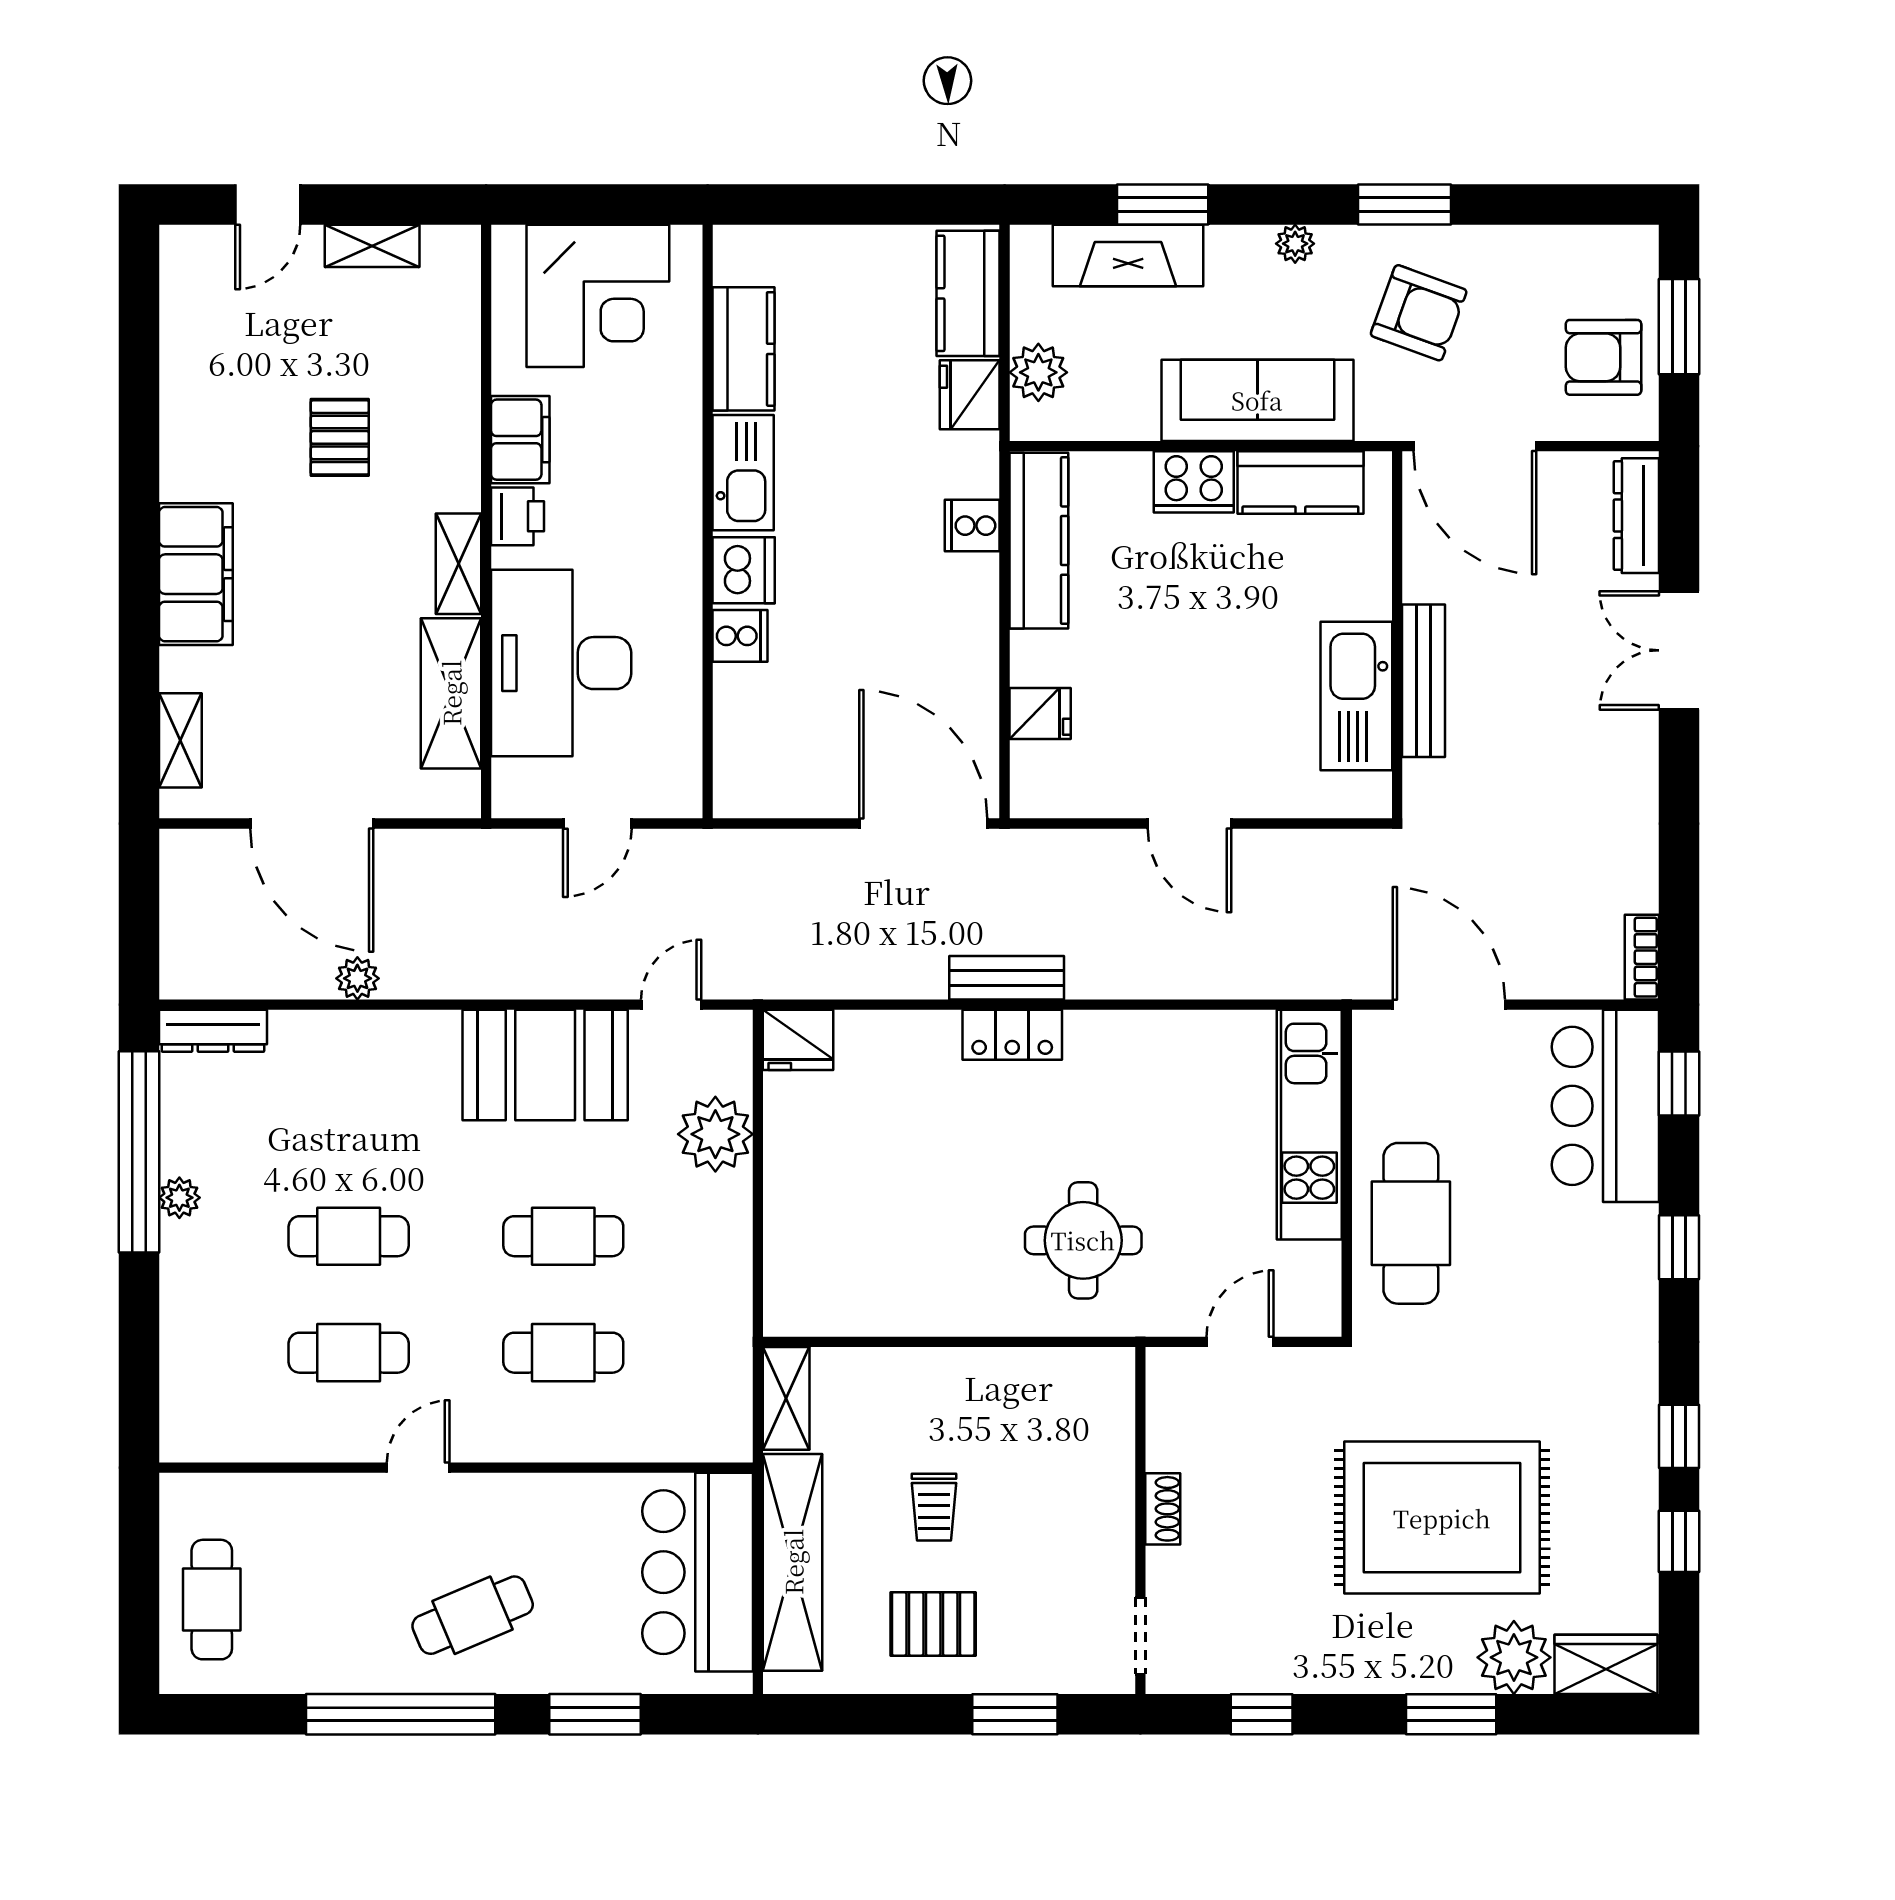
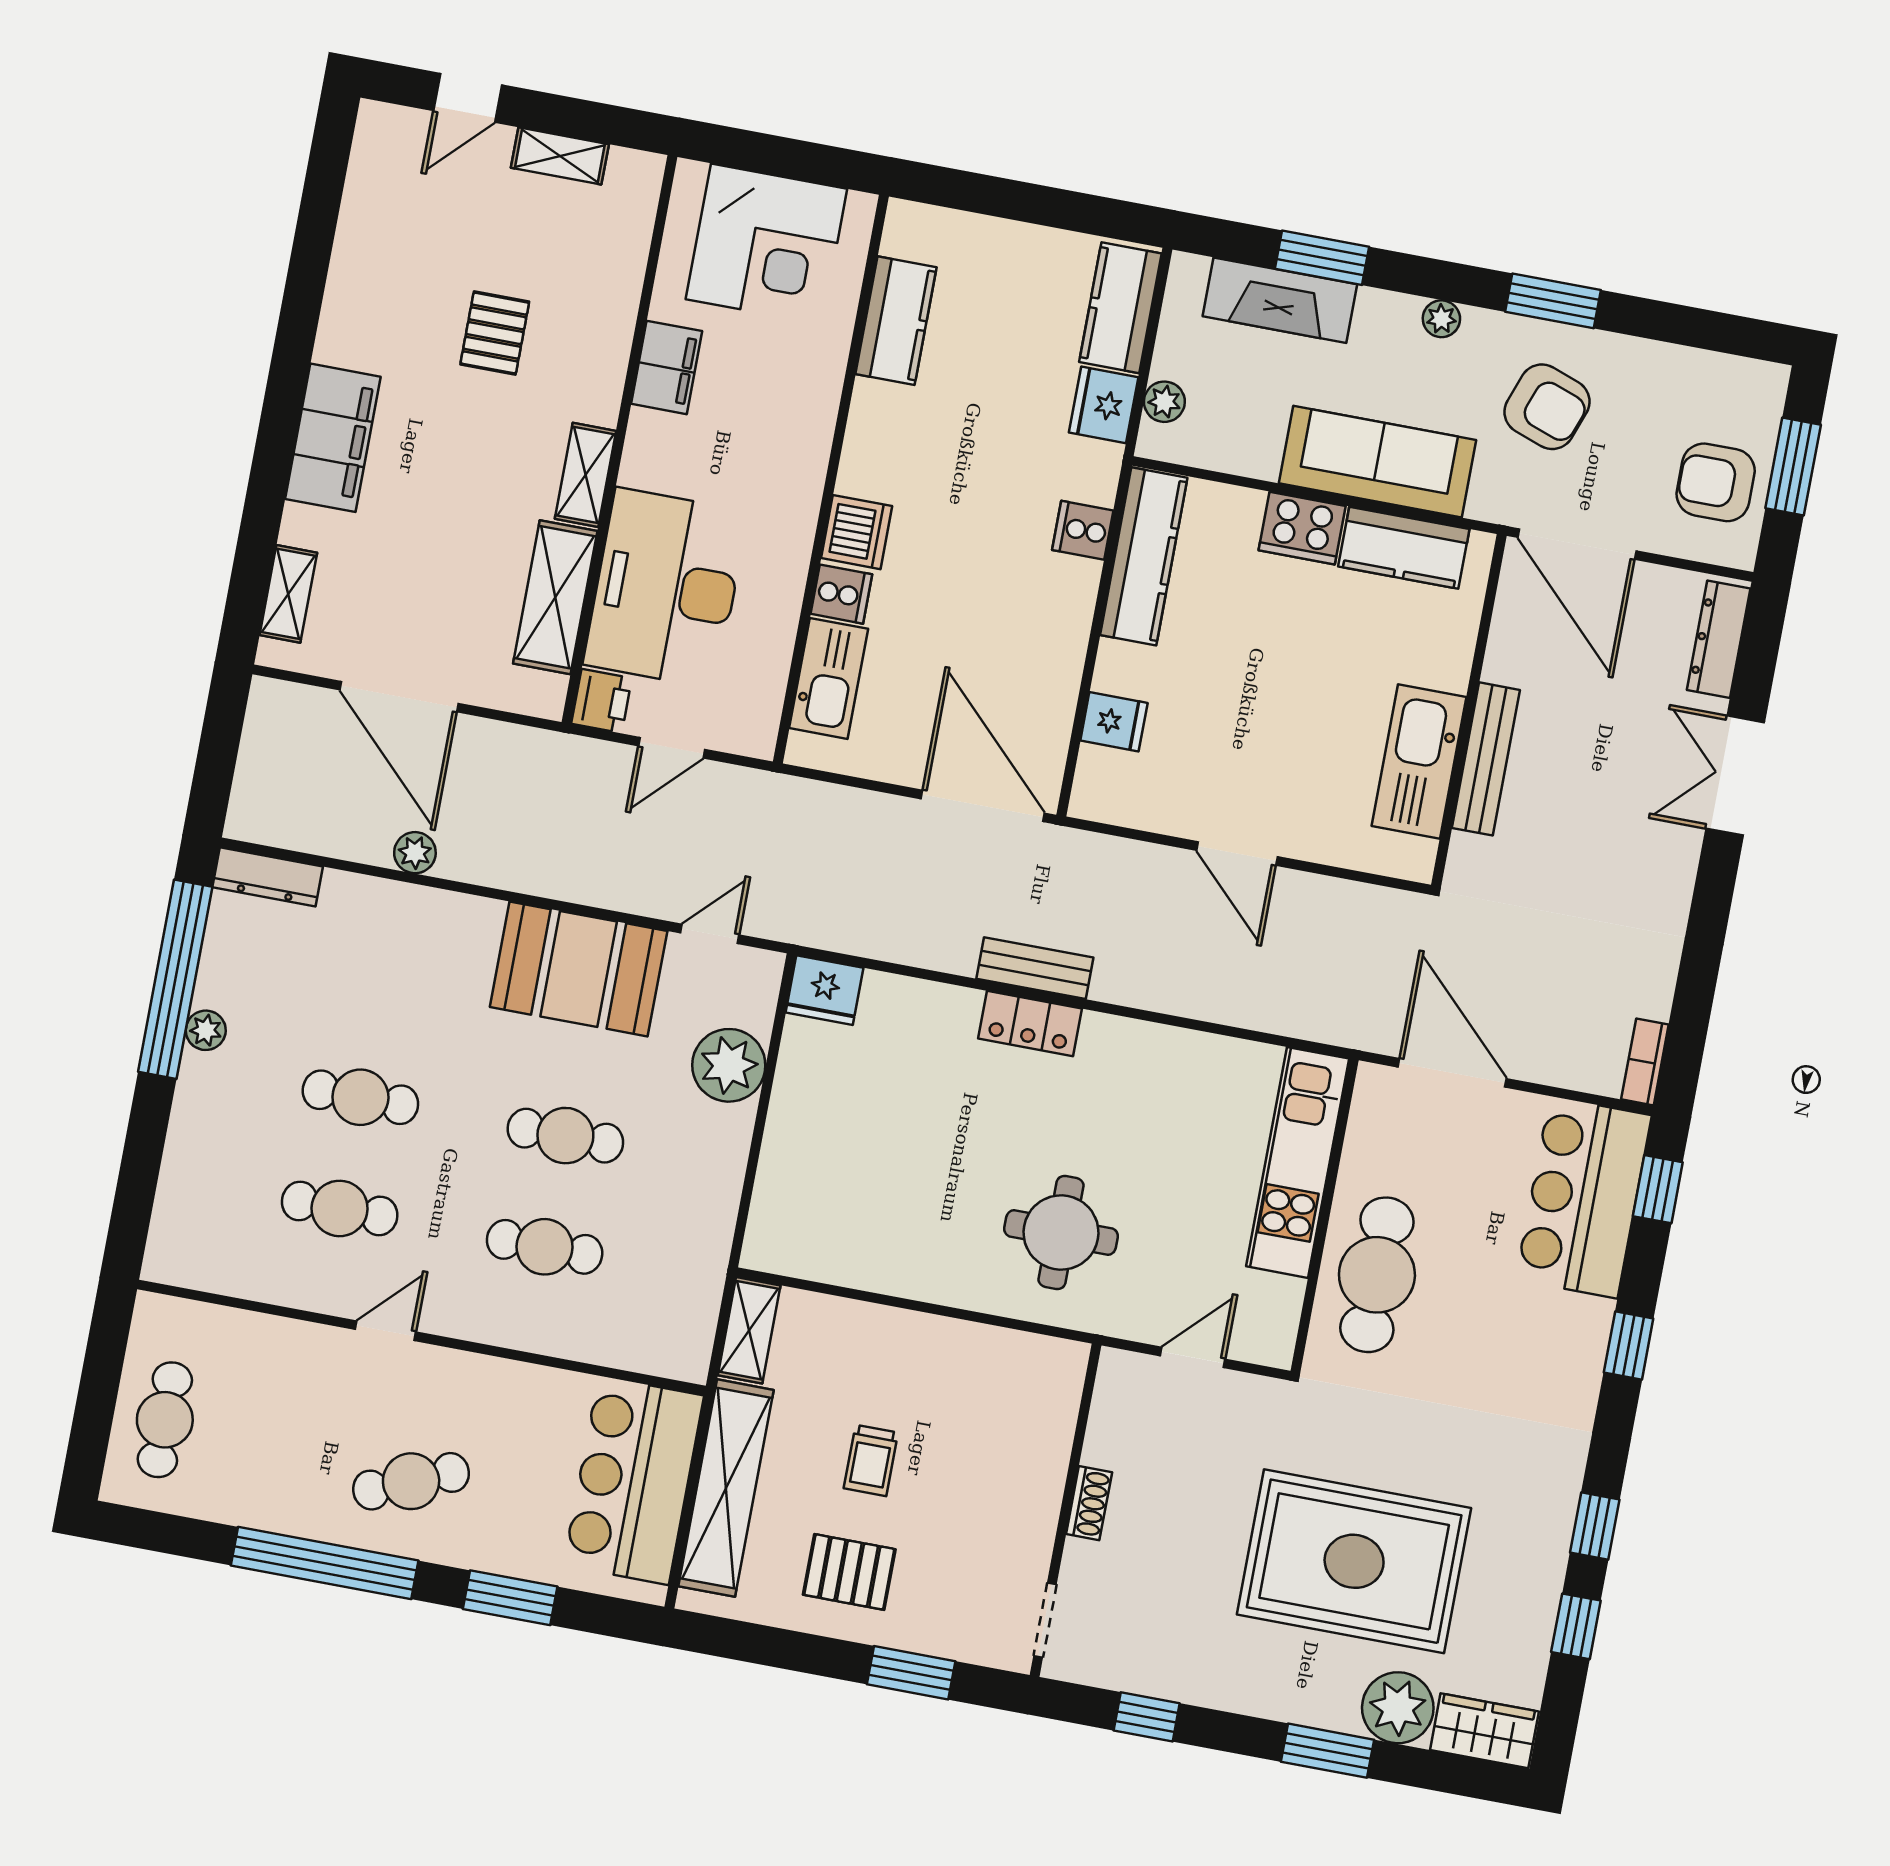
plant: (1038, 372) -> (1164, 402), width x0.73, depth x0.73
kitchen sink: (743, 473) -> (829, 678), moved
printer: (518, 516) -> (602, 701), moved

